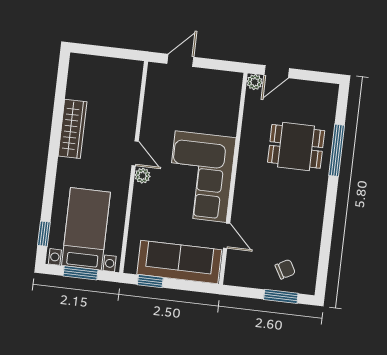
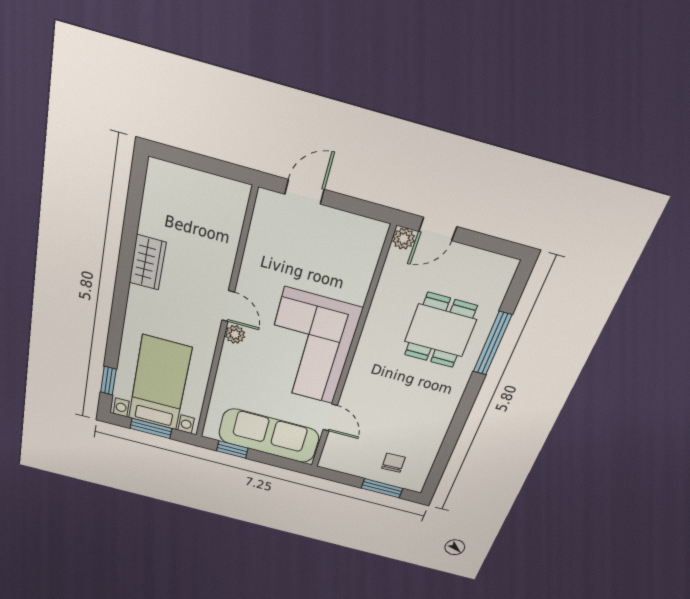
wardrobe: (72, 129) -> (148, 262), width x0.67
dining table: (296, 146) -> (440, 330), turned 90
chair: (285, 269) -> (393, 463), turned -63

